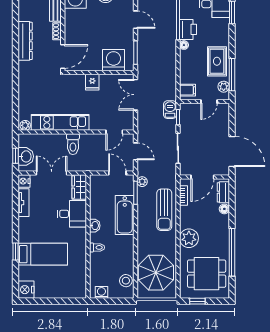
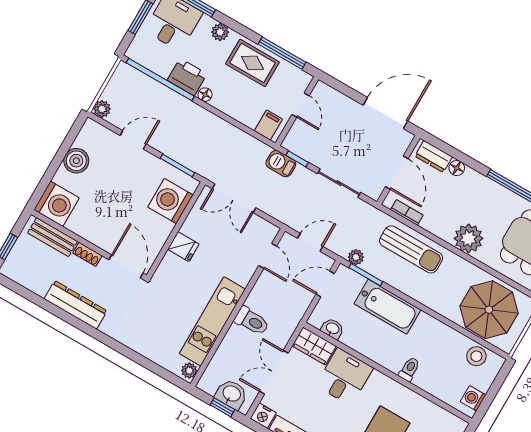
plant: (224, 87) -> (220, 32), moved
washbasin: (95, 226) -> (332, 329), moved

